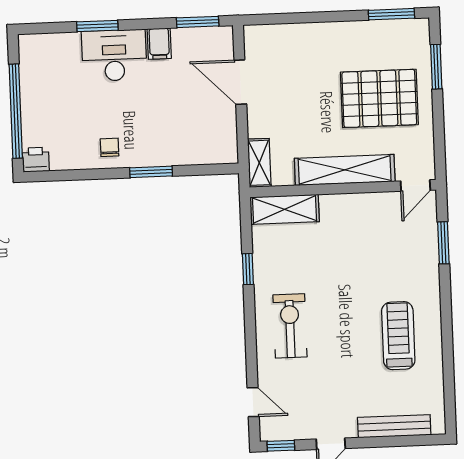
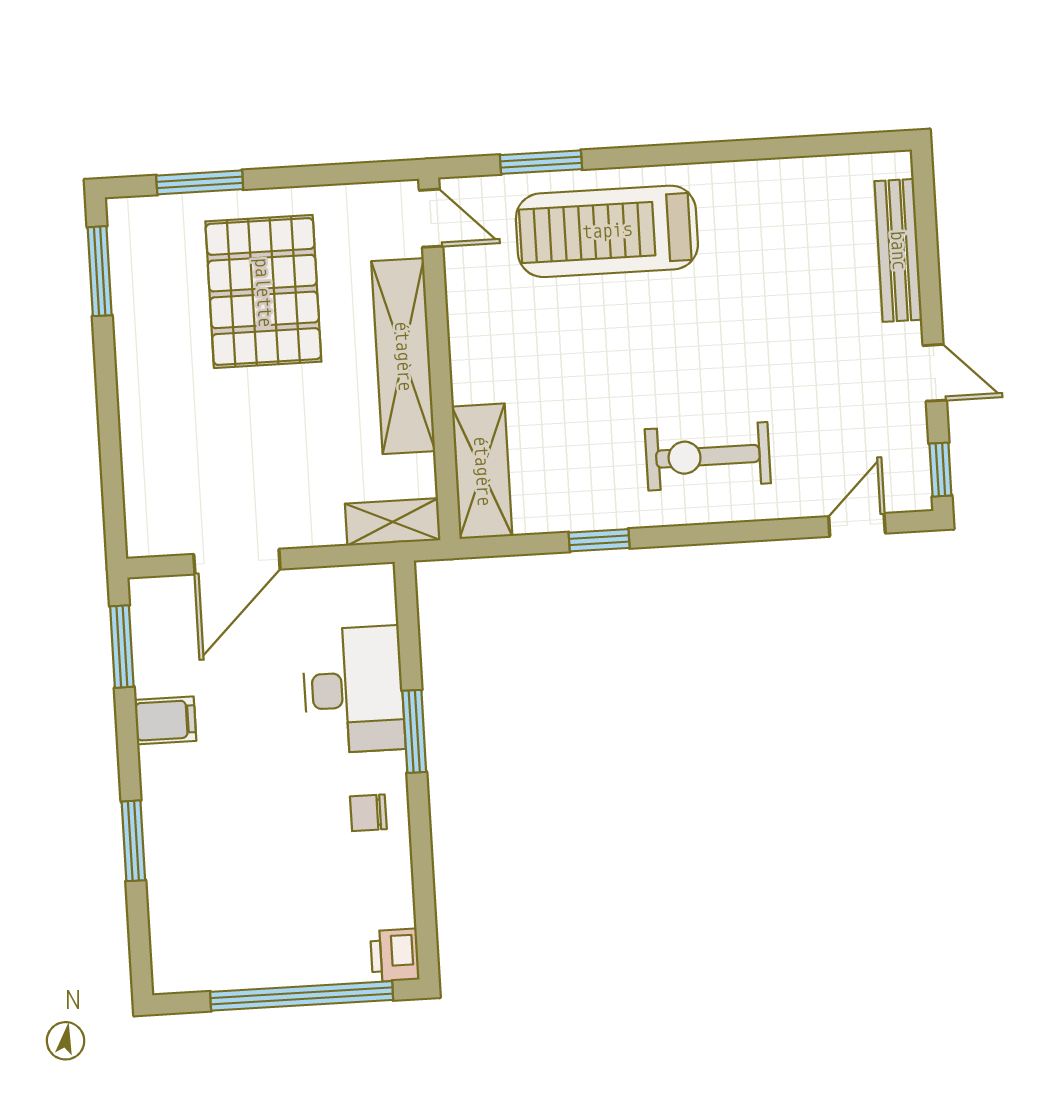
desk: (114, 55) -> (354, 690), moved, turned 180
treadmill: (398, 336) -> (607, 231), moved, width x1.37, depth x1.38

